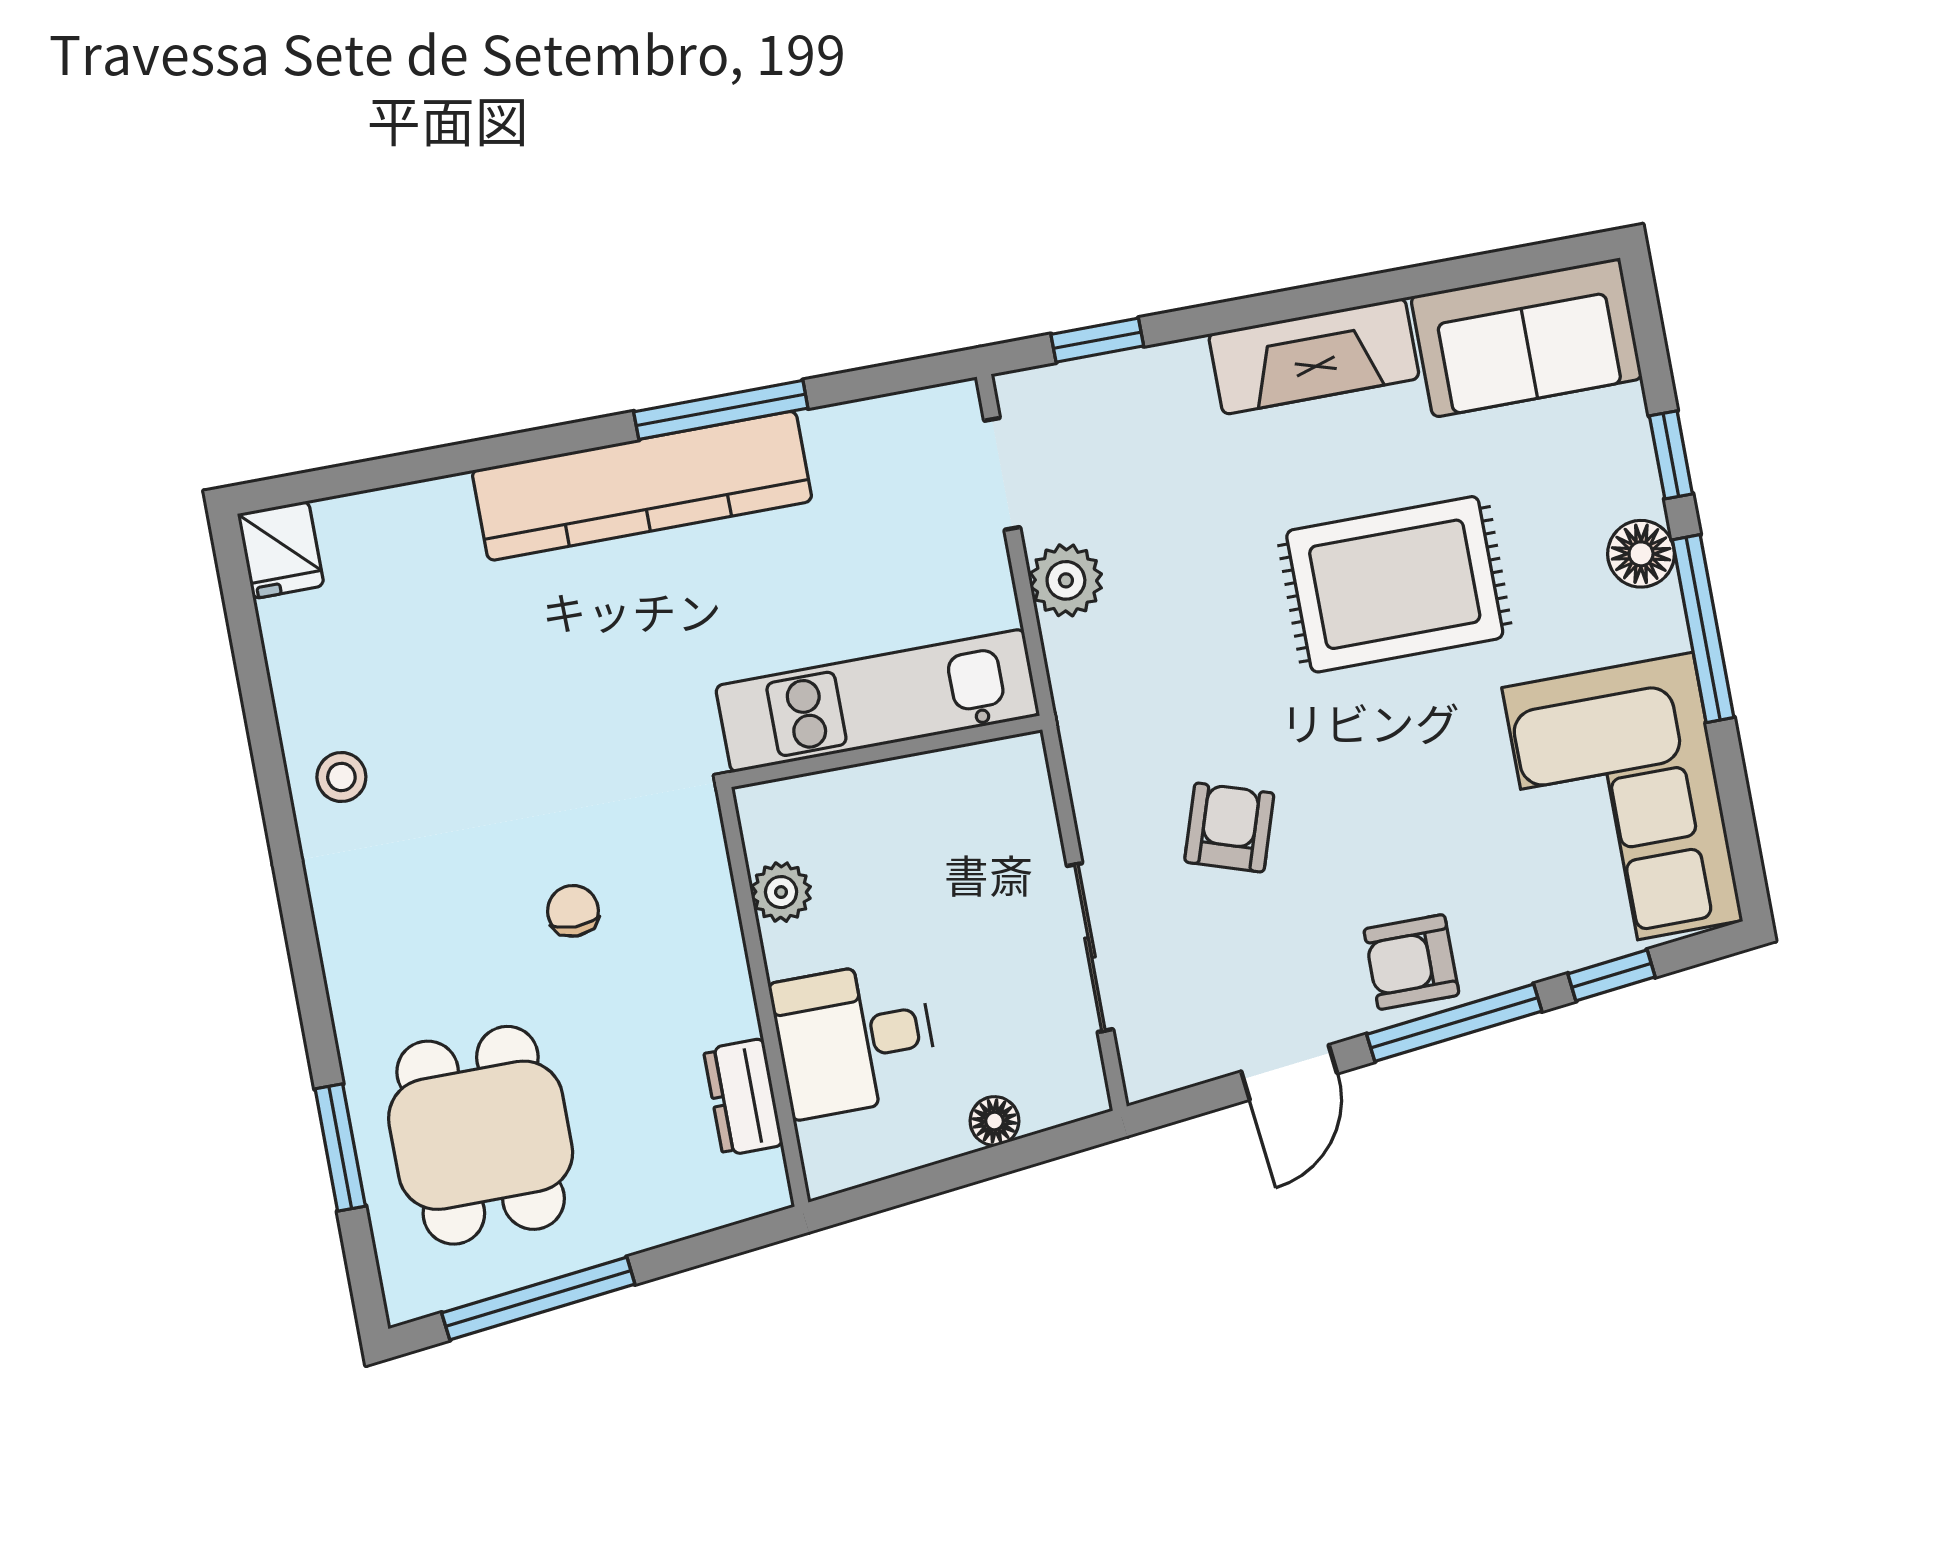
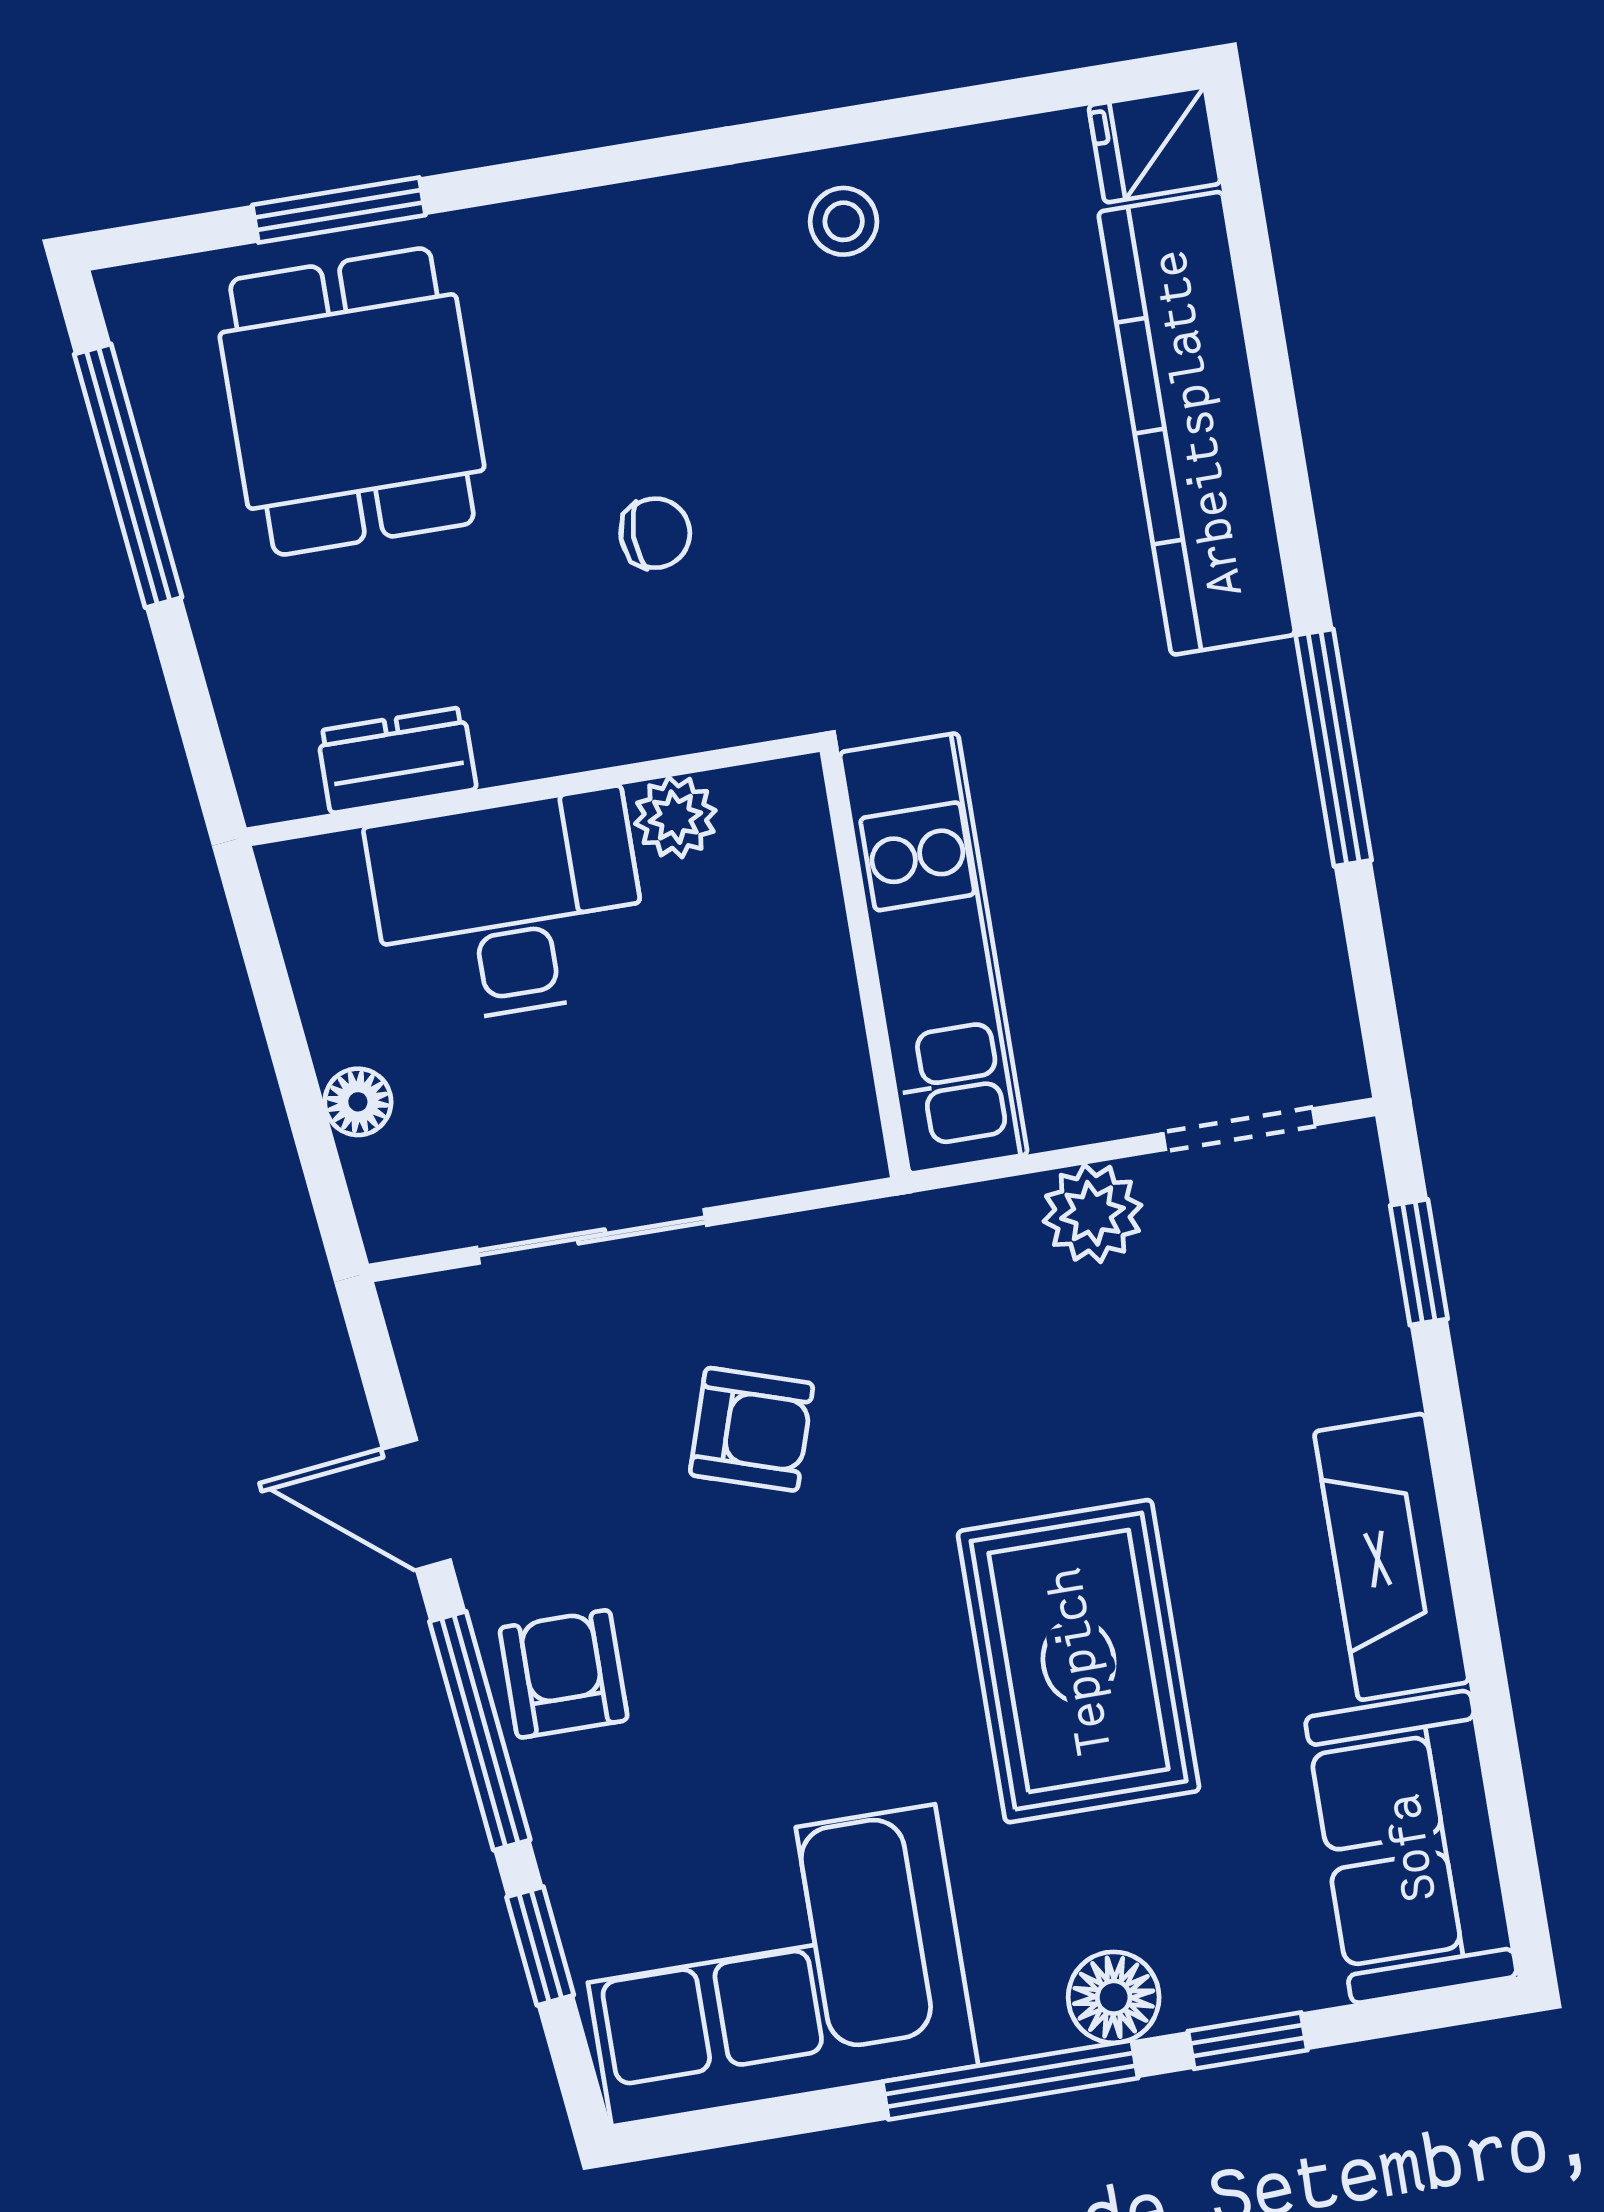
kitchen counter: (642, 486) -> (1197, 423), moved
desk: (855, 1039) -> (509, 908), width x1.37
dining table: (481, 1135) -> (352, 401), turned 90

